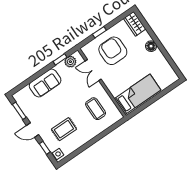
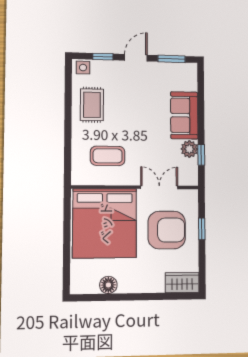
floor lamp: (151, 46) -> (108, 285), moved
plant: (70, 62) -> (189, 149), moved
bed: (137, 94) -> (105, 223), width x2.04
rug: (64, 129) -> (92, 105), moved

